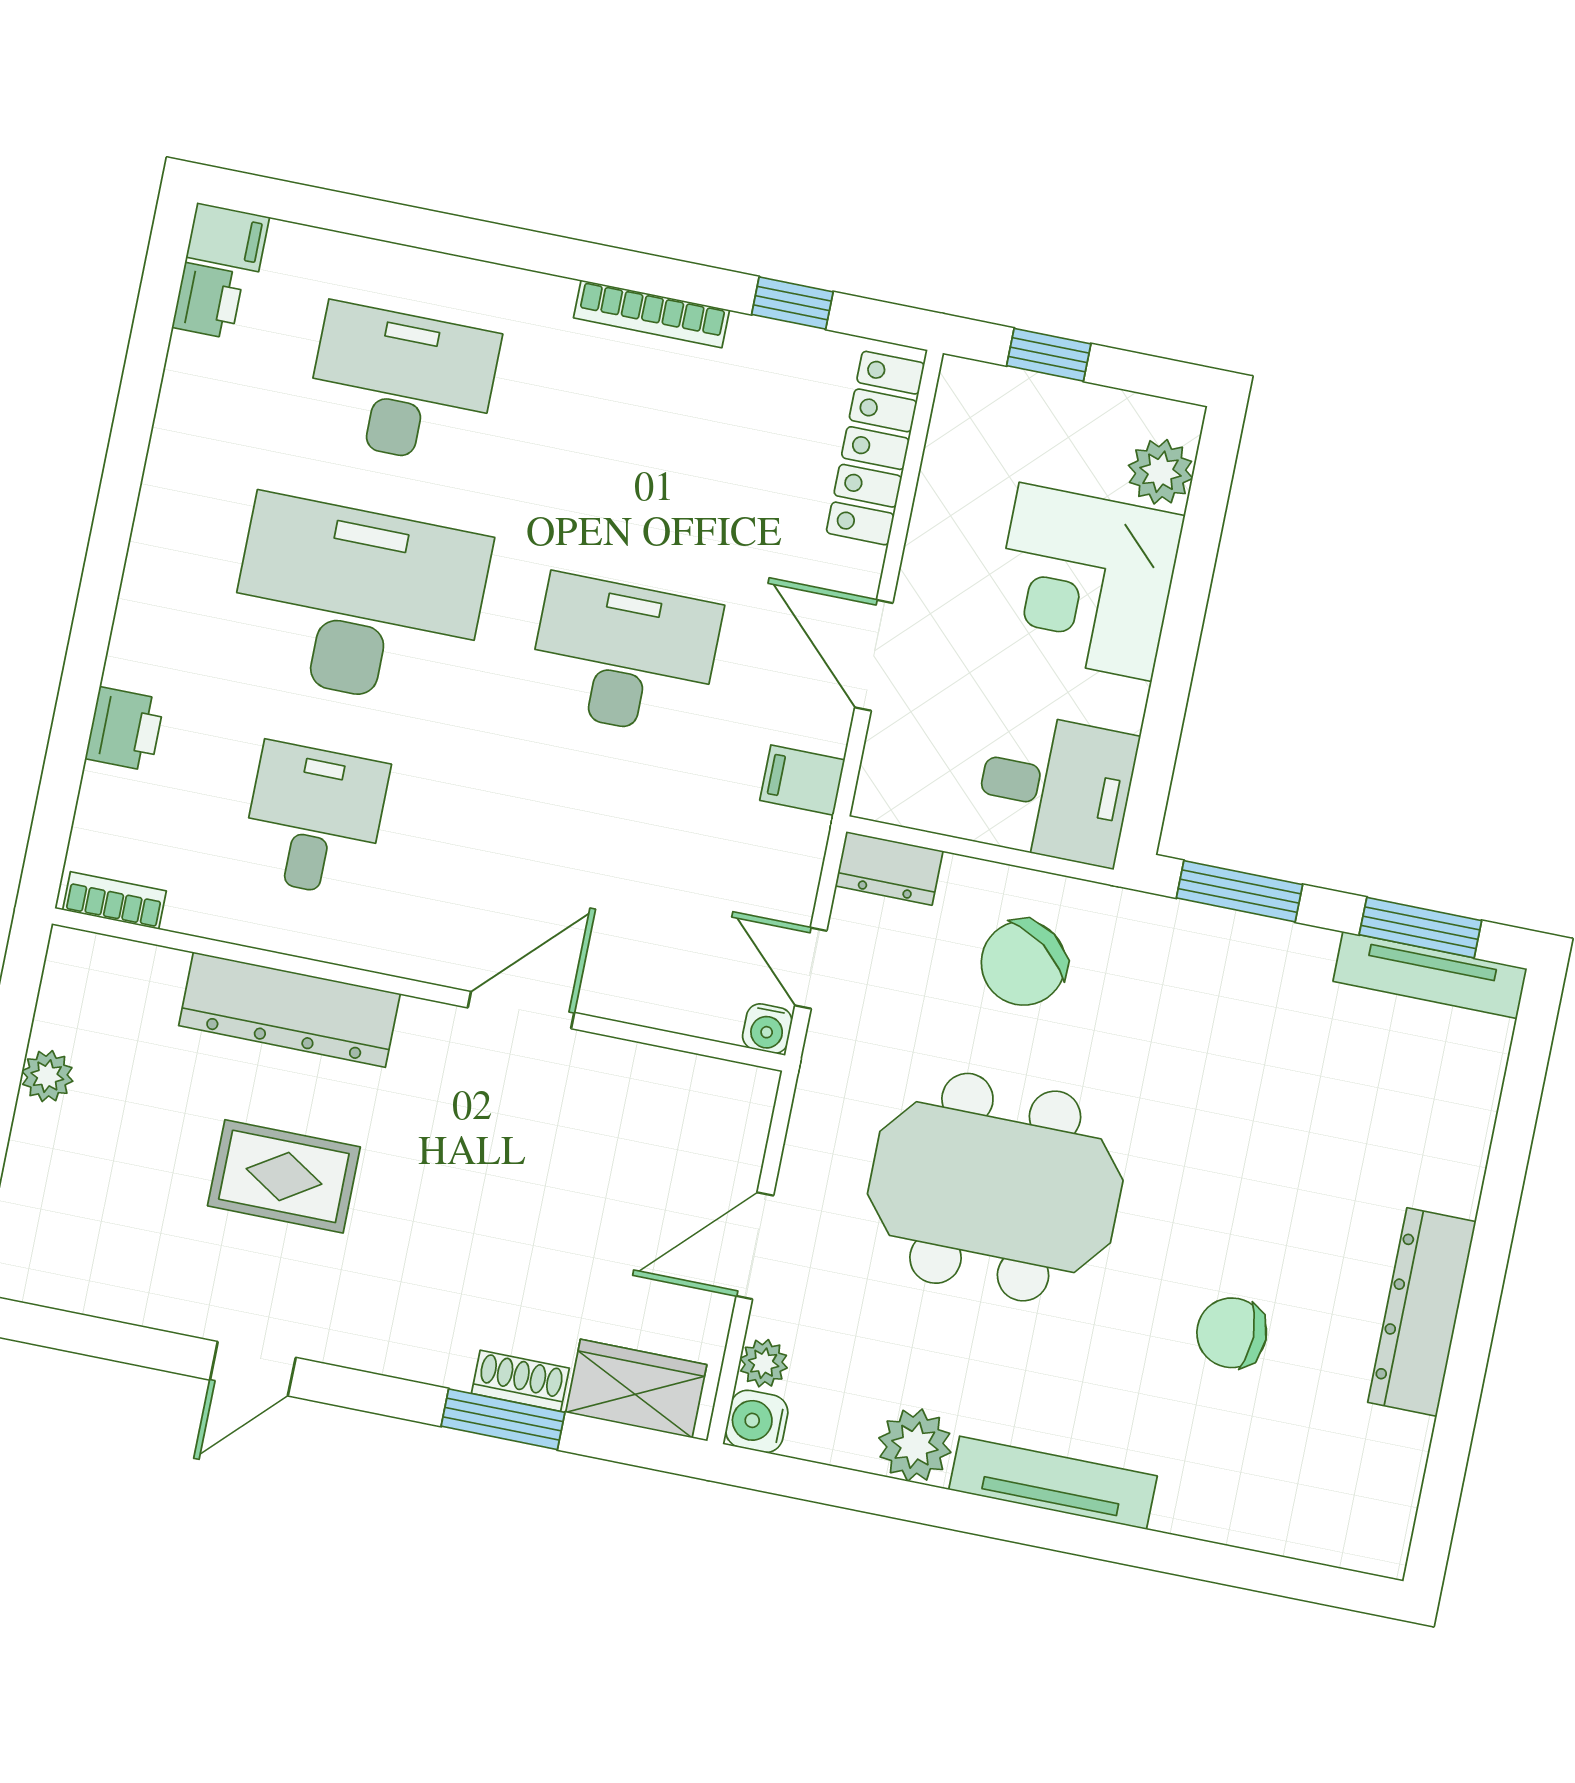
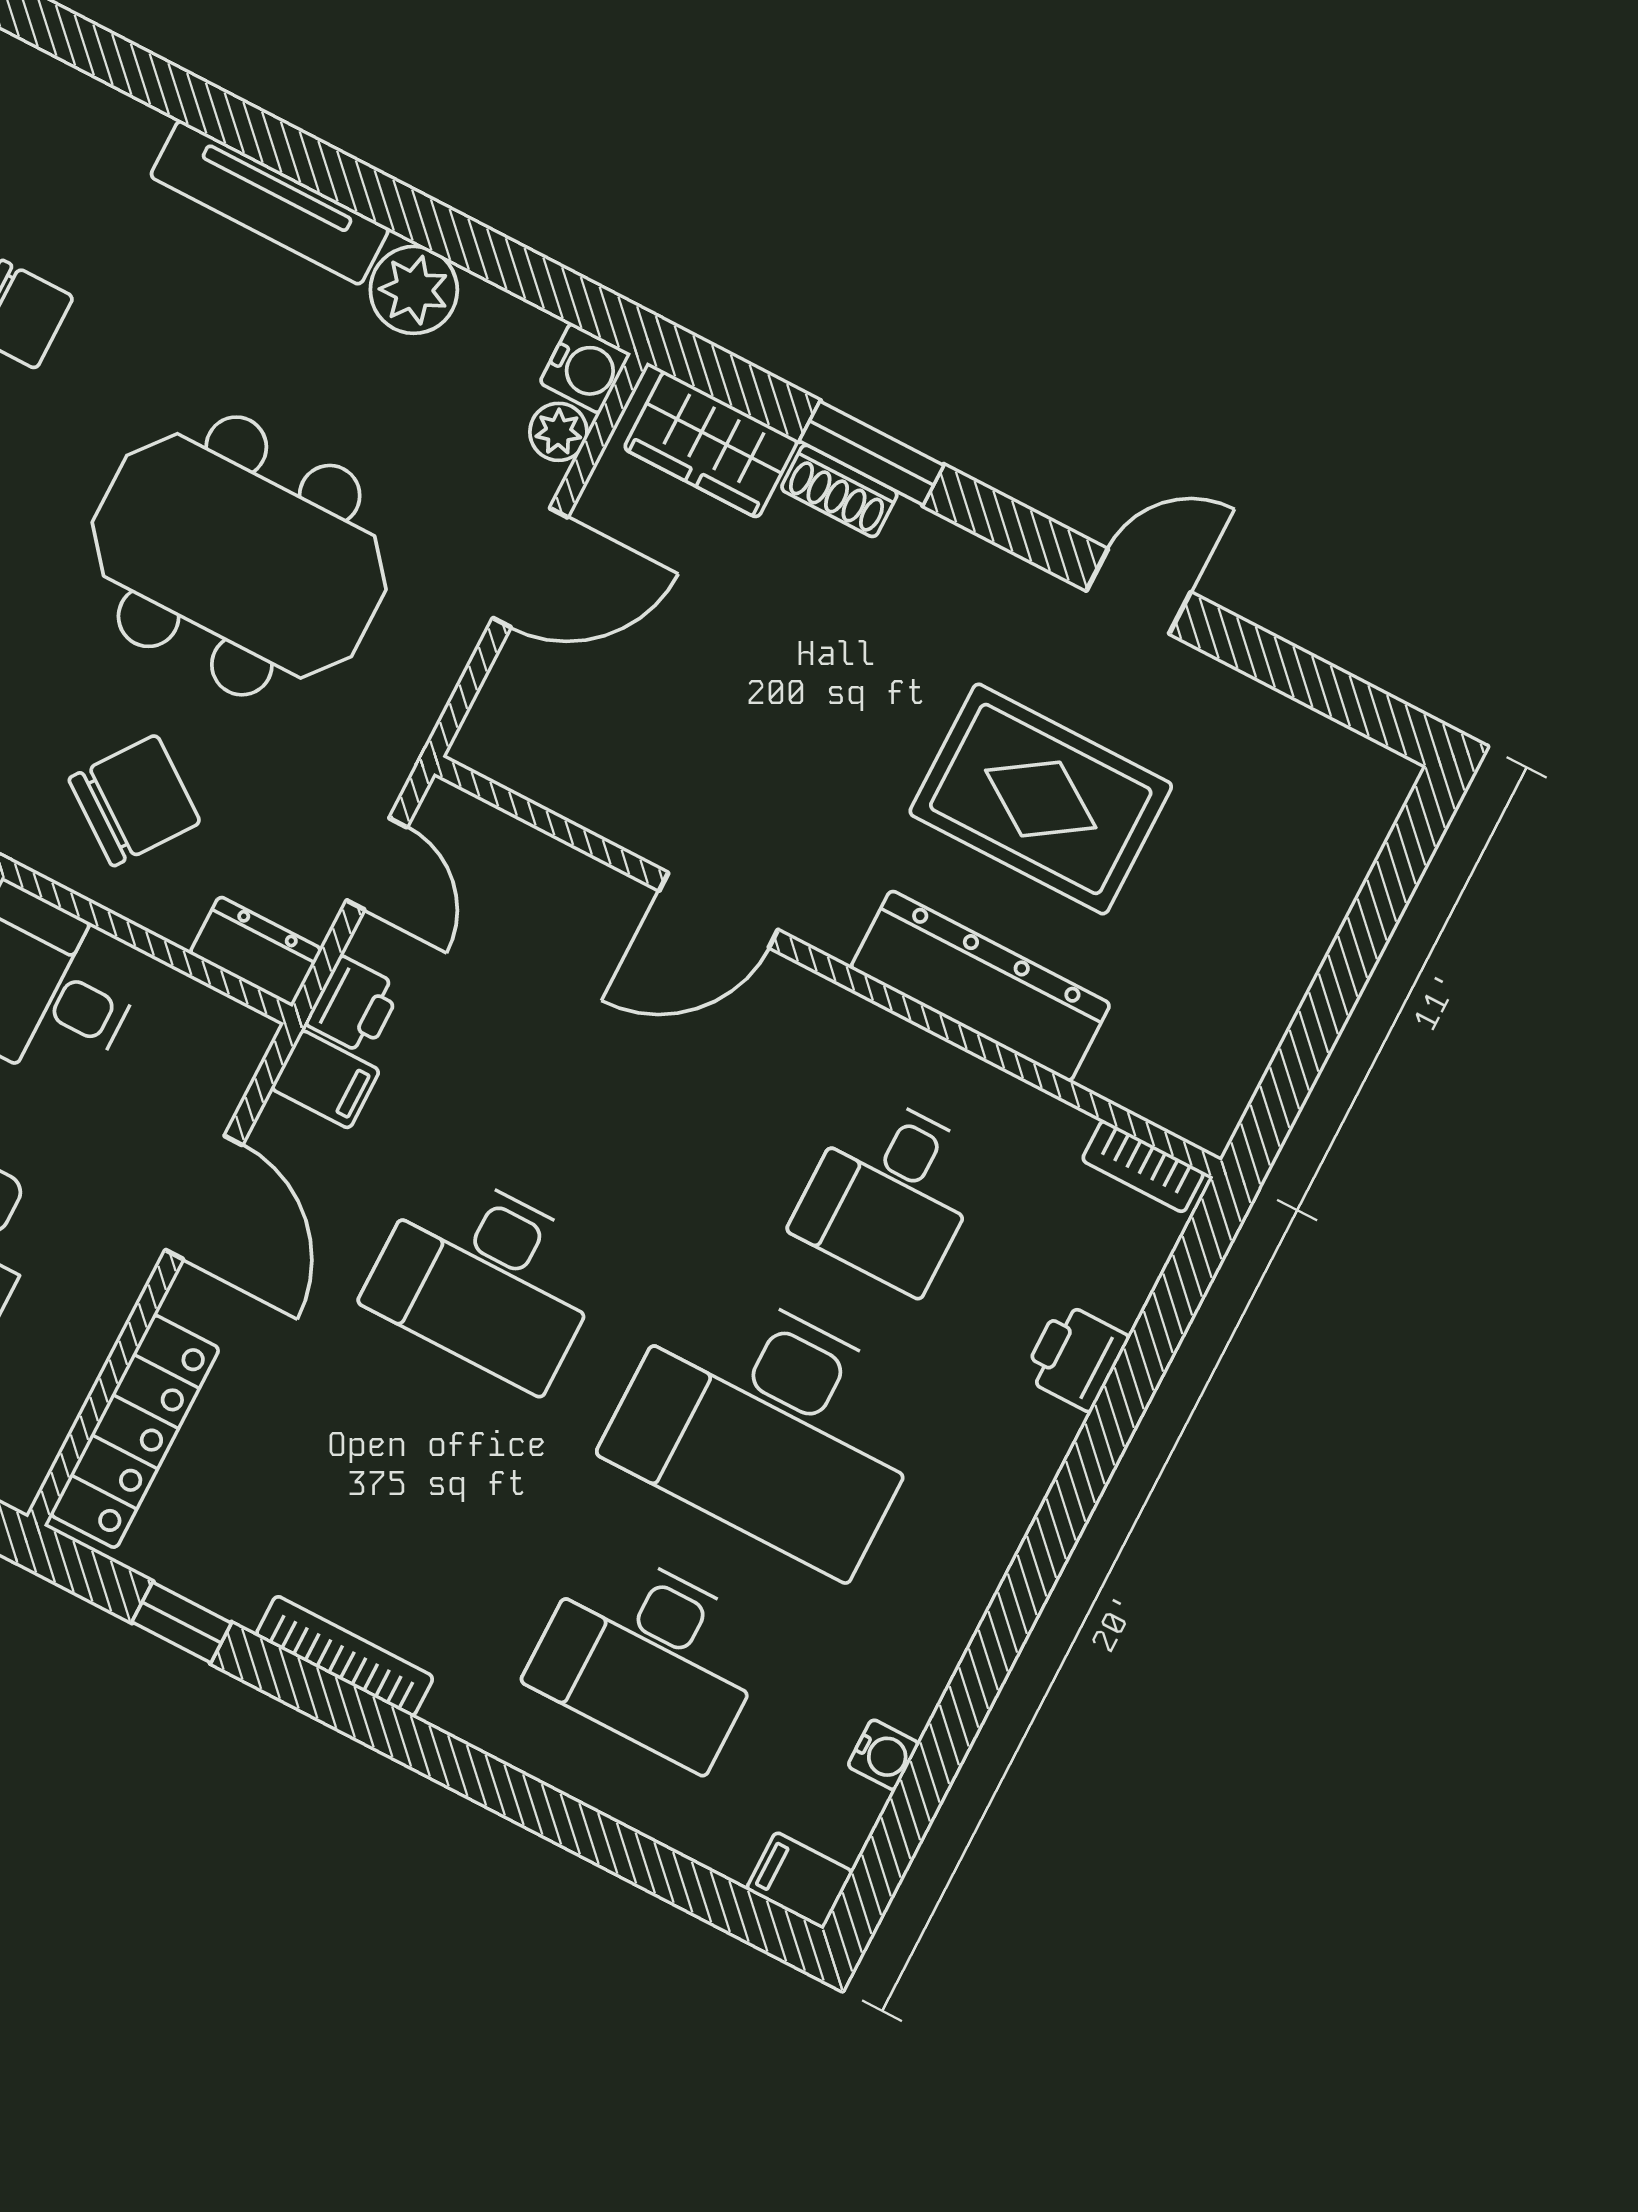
printer: (208, 301) -> (354, 1005), moved, turned 180
water cooler: (767, 1029) -> (883, 1755), moved, turned 90
plant: (47, 1076) -> (1276, 989), removed
rug: (284, 1176) -> (1041, 799), width x1.36, depth x1.43

